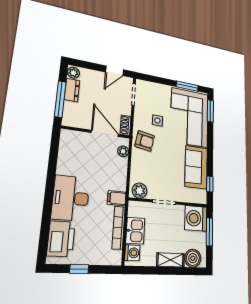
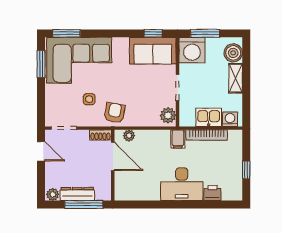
dresser: (72, 90) -> (77, 194), width x1.44
door: (105, 133) -> (113, 156), swing flipped
sofa: (196, 167) -> (153, 51), moved
printer: (61, 239) -> (212, 193), width x0.53, depth x0.68

